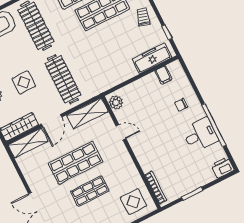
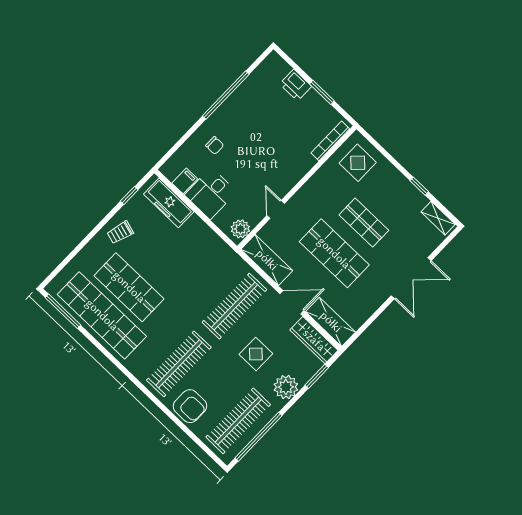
desk: (200, 135) -> (211, 193), moved, turned -90
printer: (223, 167) -> (296, 85), moved

